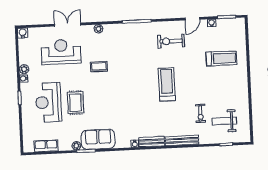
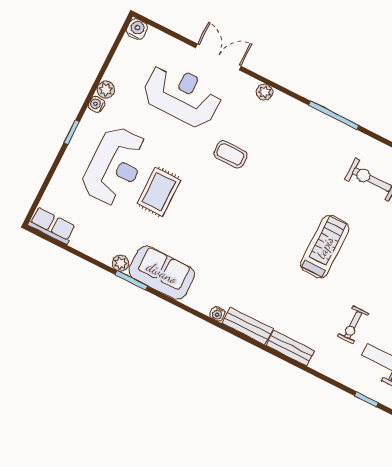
reception desk: (48, 102) -> (115, 166), turned 180
bench: (182, 140) -> (290, 348), width x0.73
row of seats: (46, 146) -> (52, 226), moved

